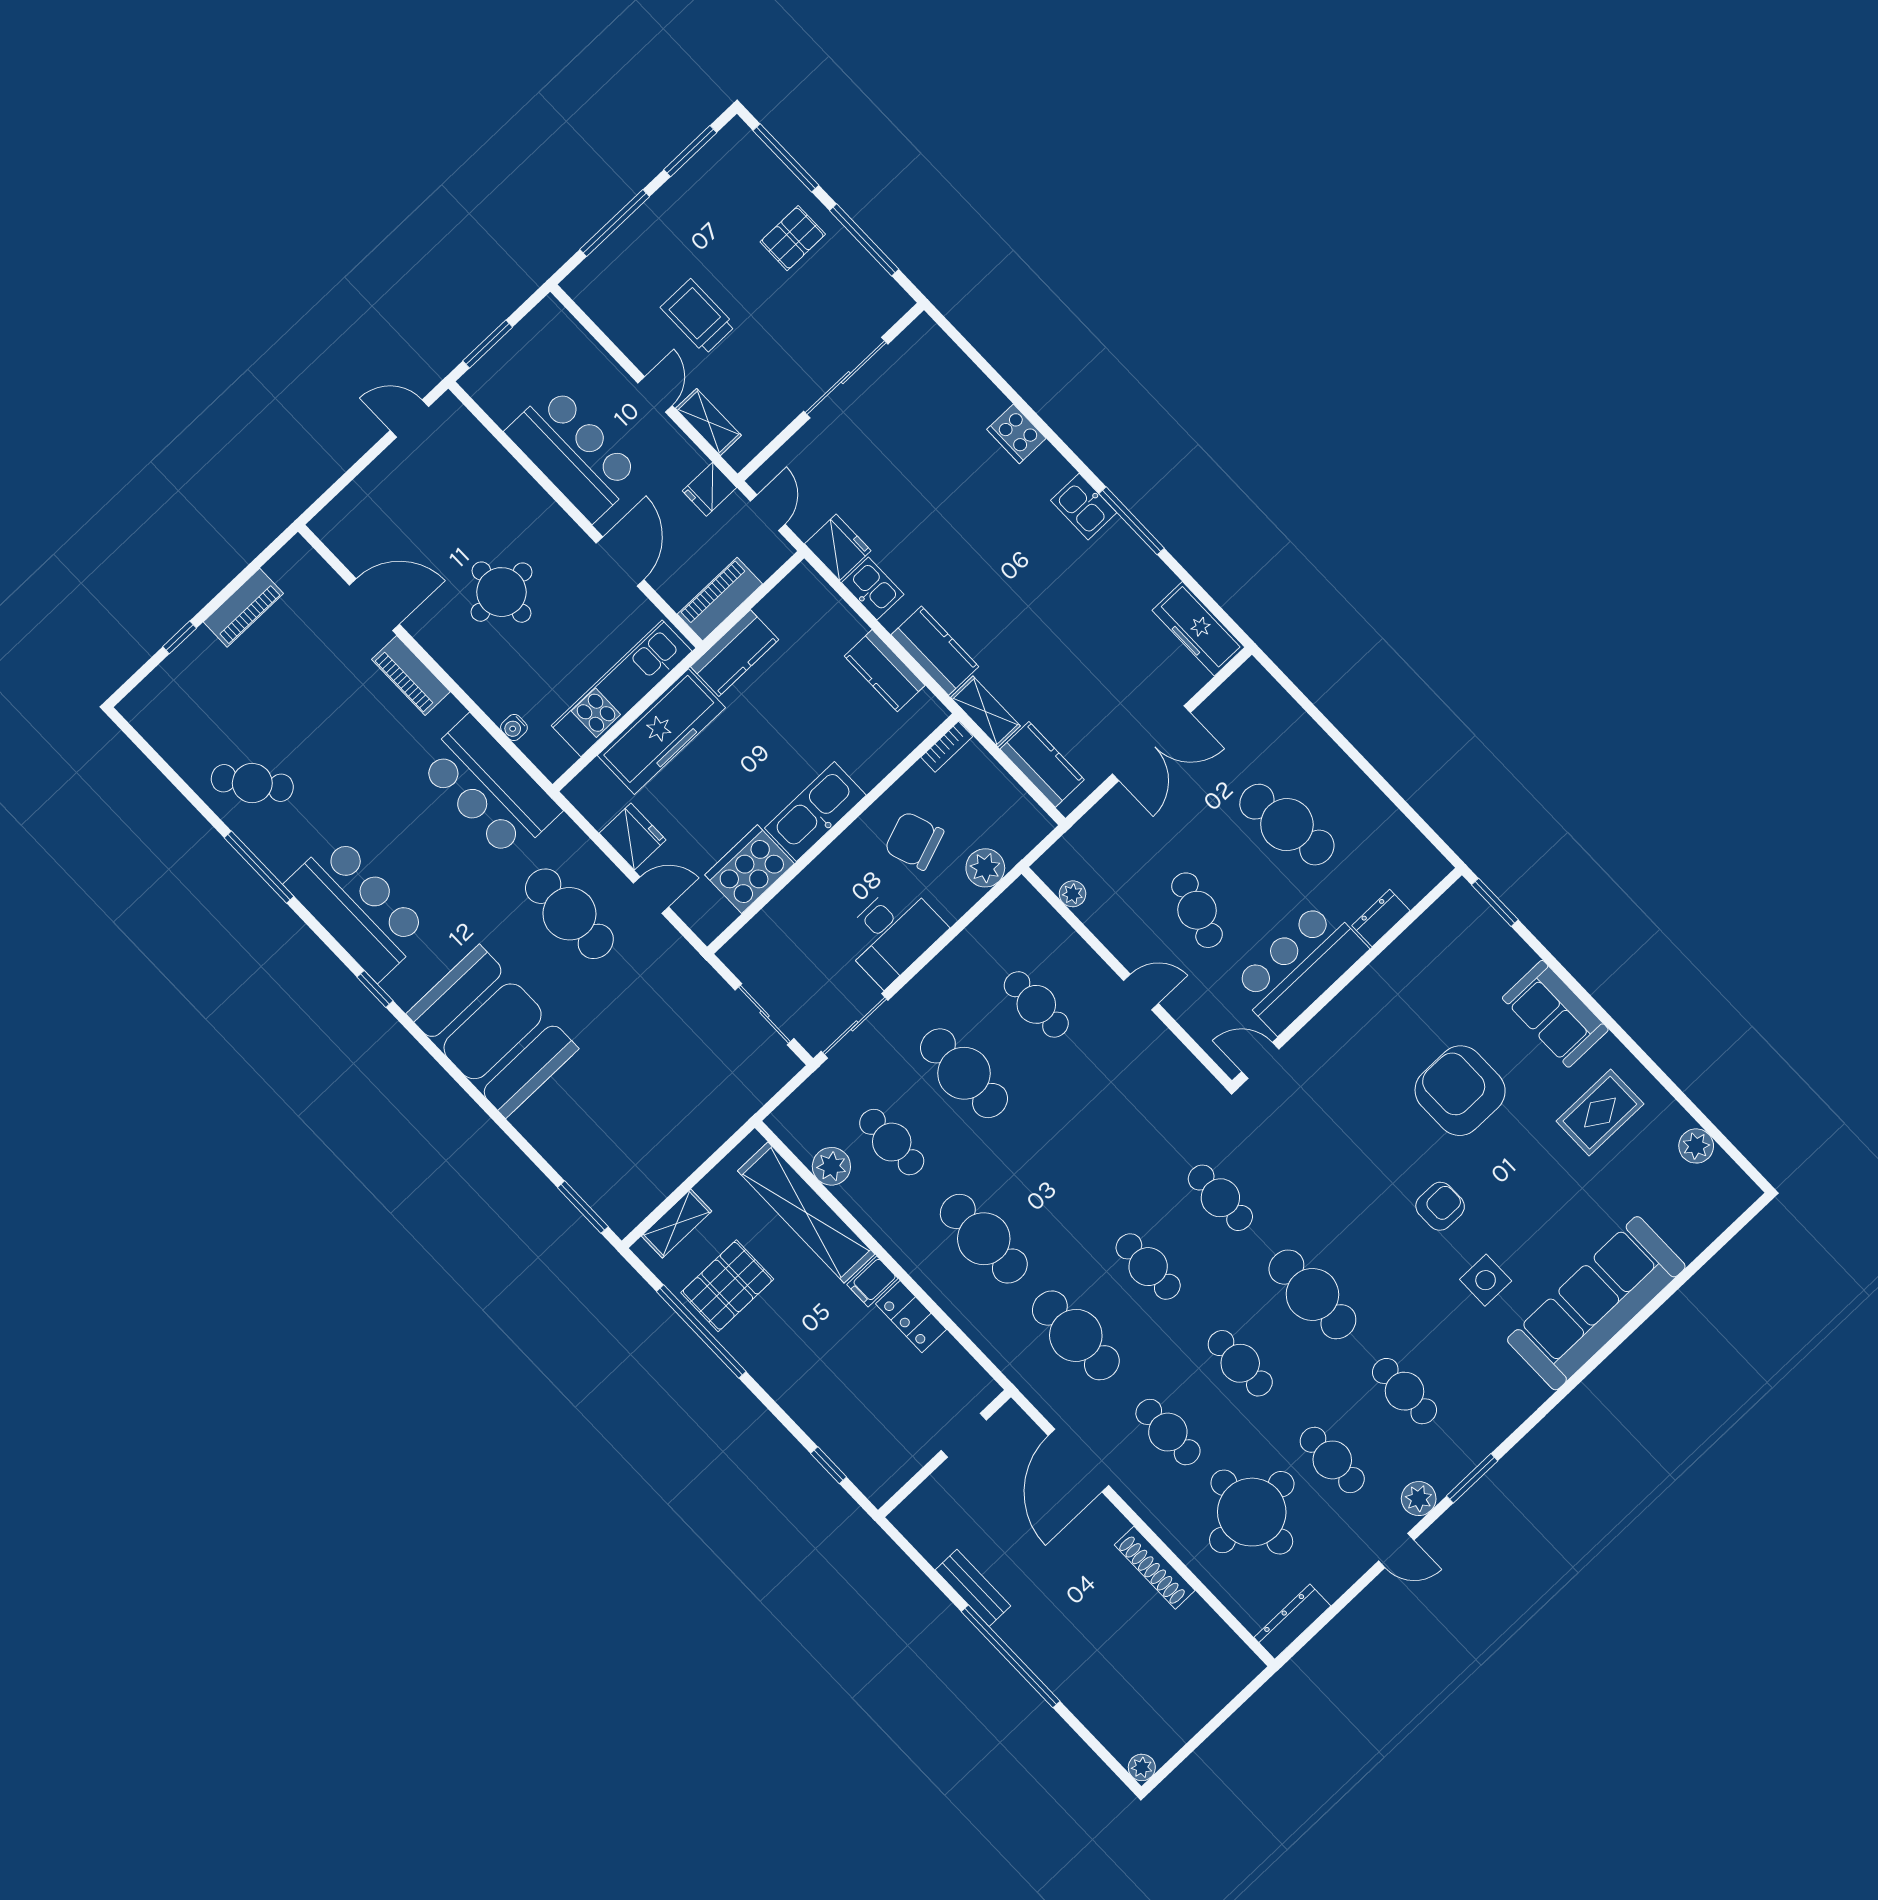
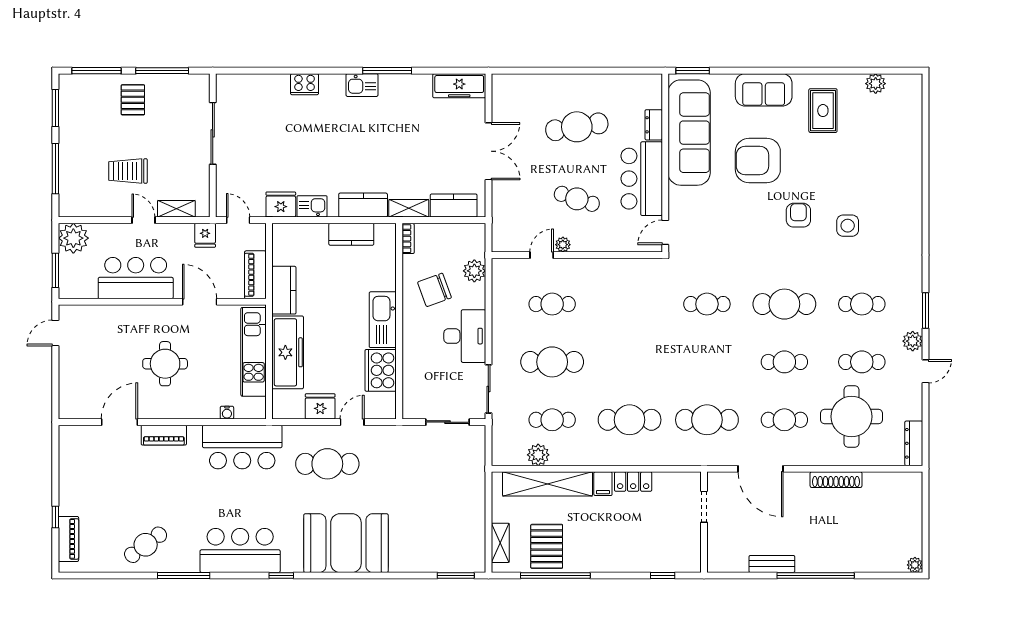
plant: (549, 328) -> (73, 238), added
piano: (243, 608) -> (68, 539), moved
plant: (1073, 894) -> (563, 245), moved
door: (1141, 992) -> (542, 255), moved
cafe table: (1148, 1267) -> (707, 362), removed
sofa: (1596, 1303) -> (689, 133), moved, turned 180

